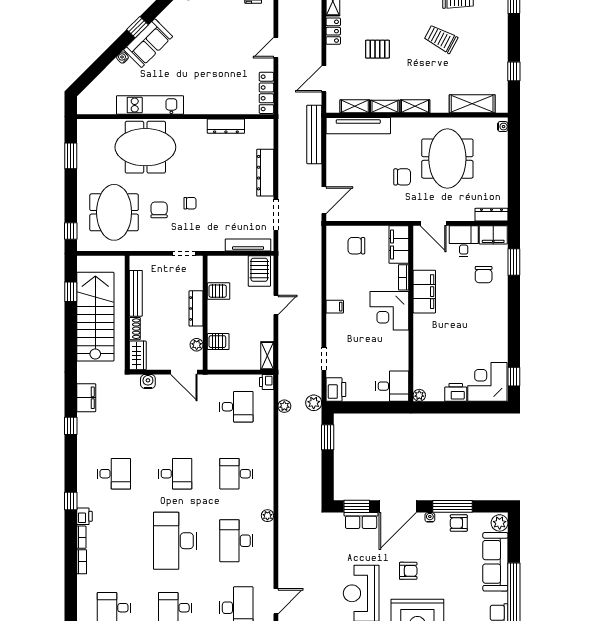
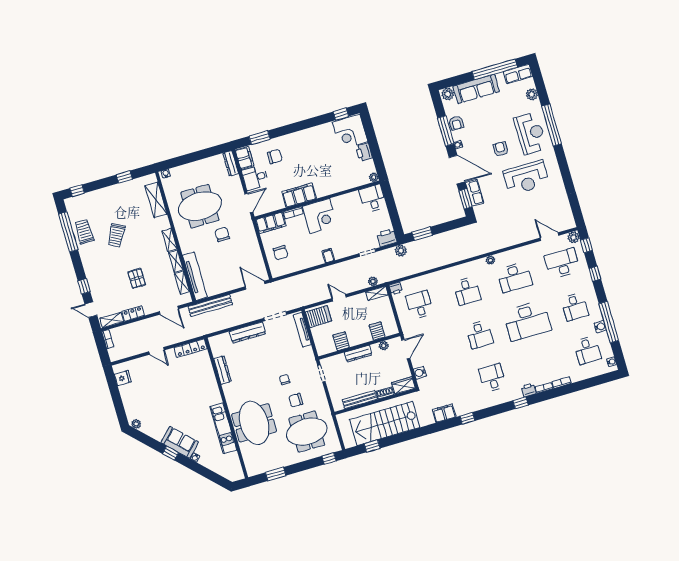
plant: (284, 406) -> (373, 281), moved
desk: (175, 474) -> (480, 334), turned 180

